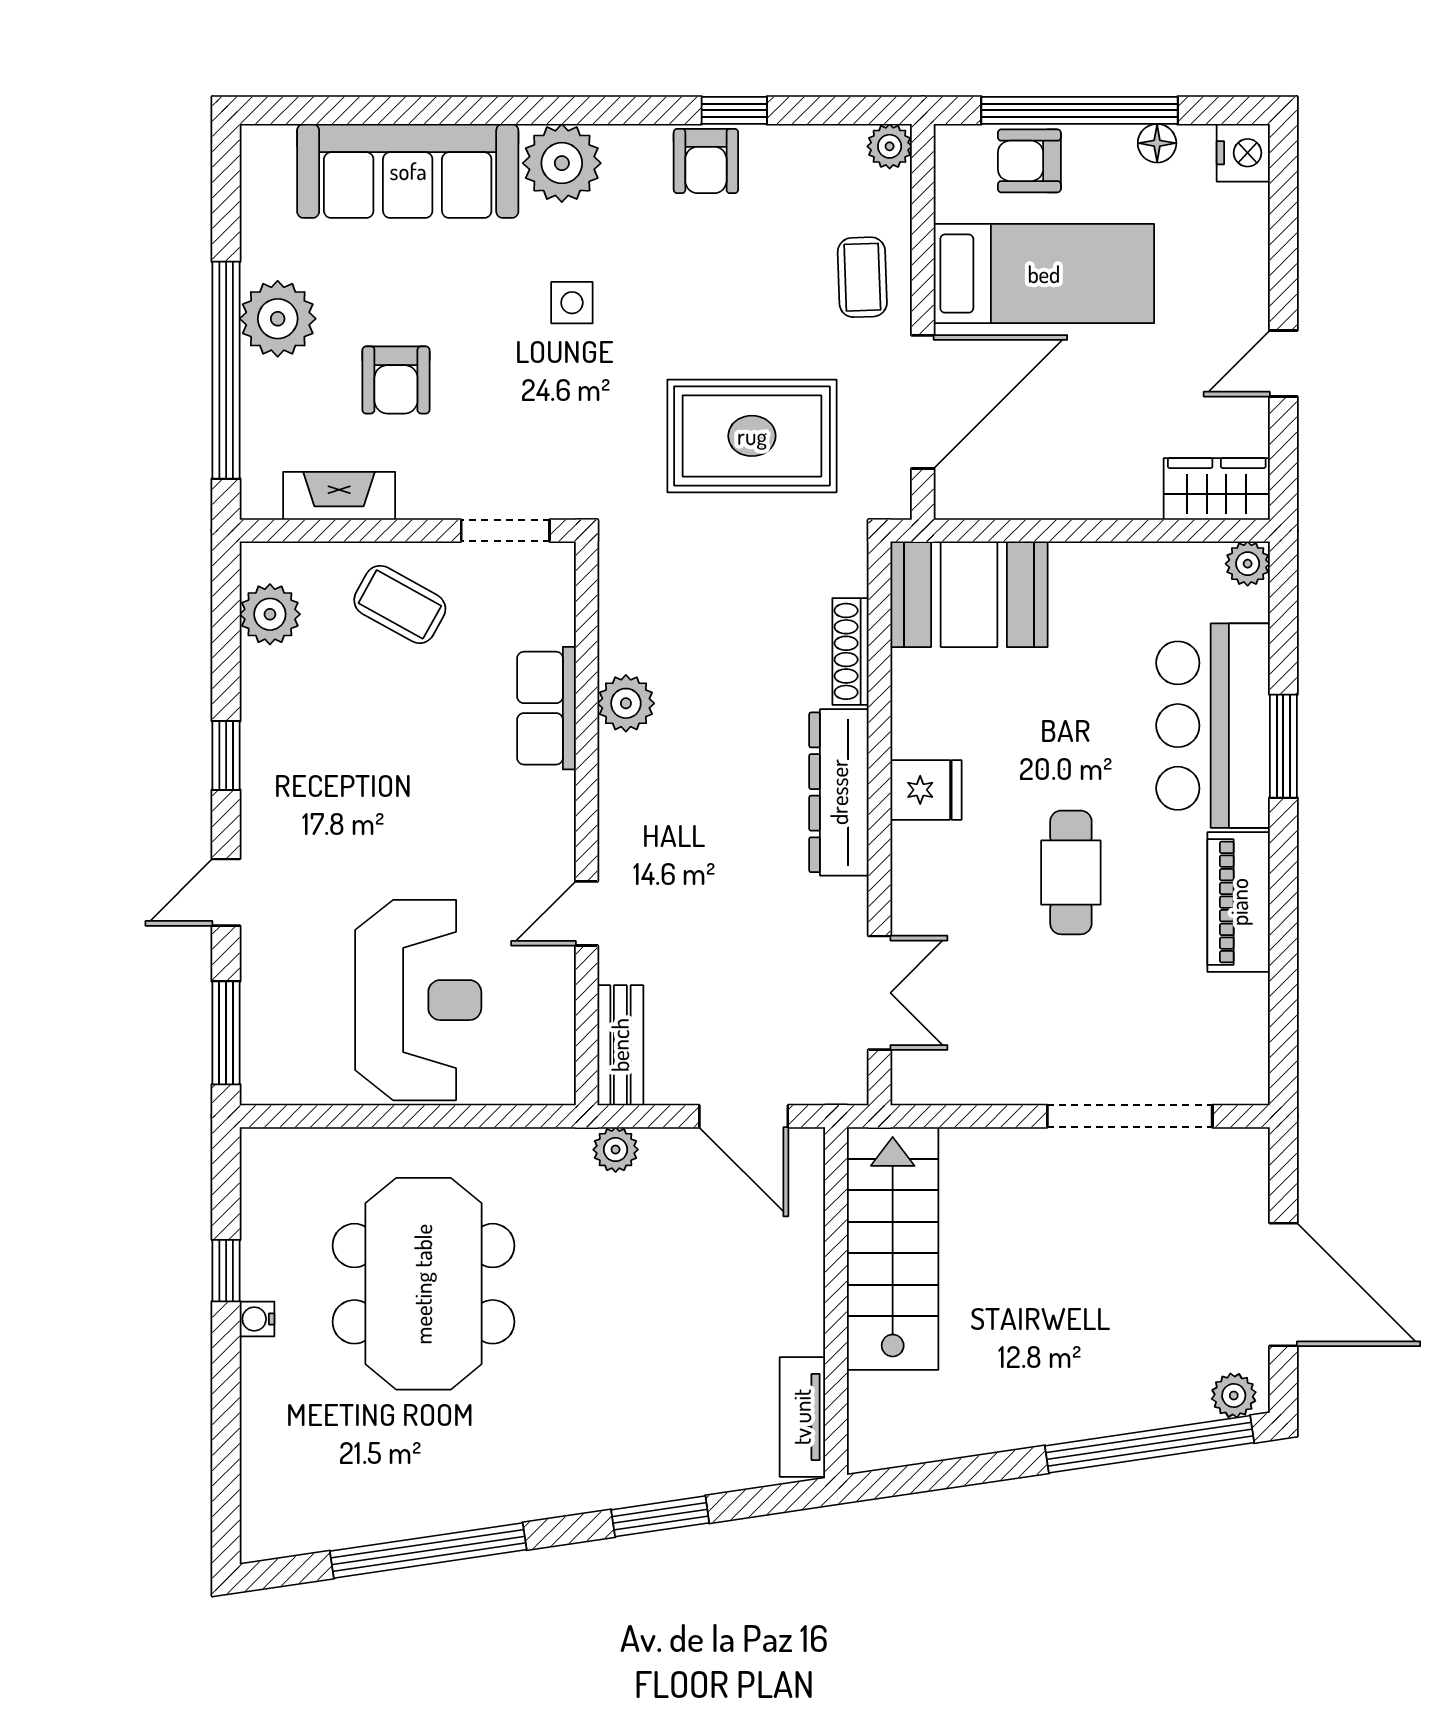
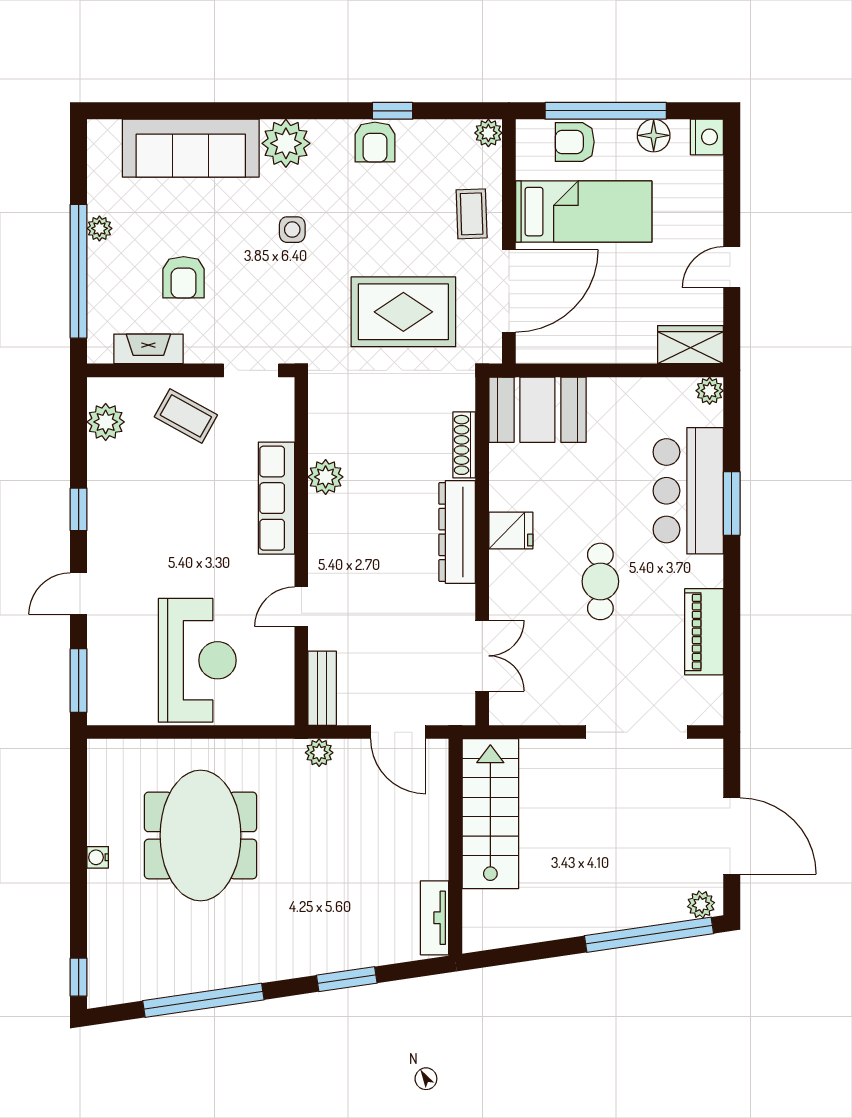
floor lamp: (1157, 143) -> (654, 135), width x1.37, depth x1.37
plant: (278, 319) -> (99, 228), width x0.53, depth x0.53
row of seats: (546, 708) -> (276, 498), width x1.48
piano: (1239, 902) -> (704, 632), moved
window: (226, 1271) -> (79, 977), moved

